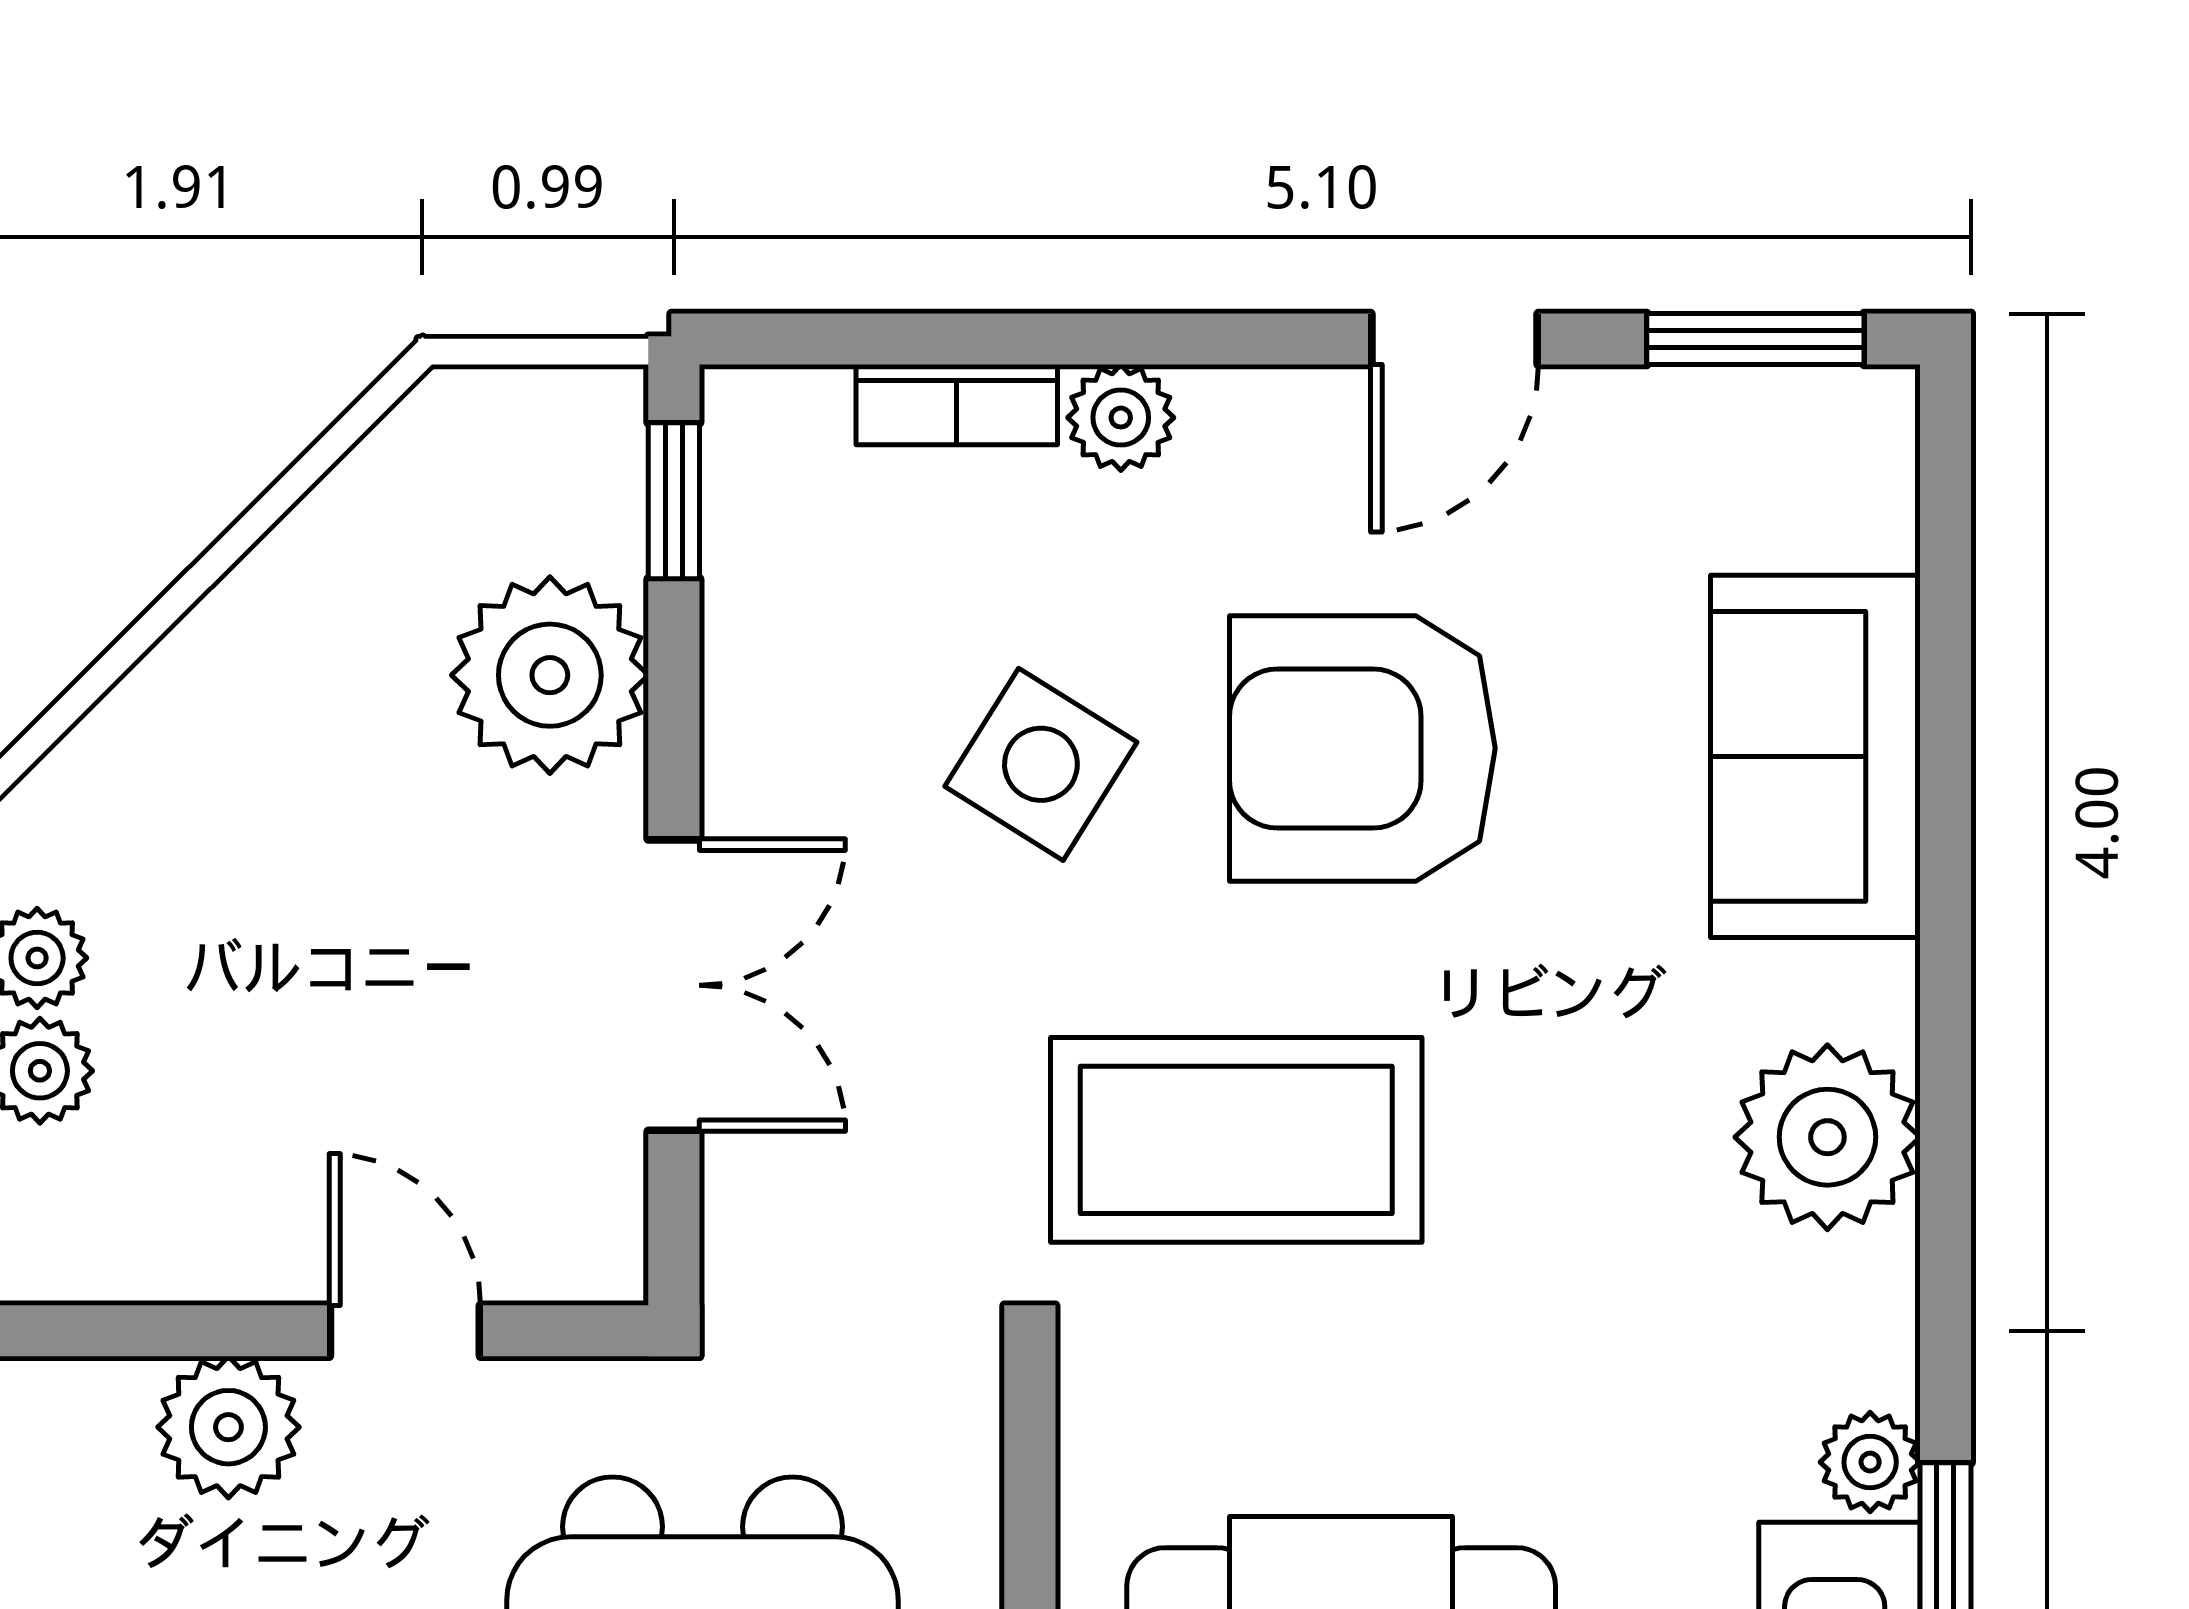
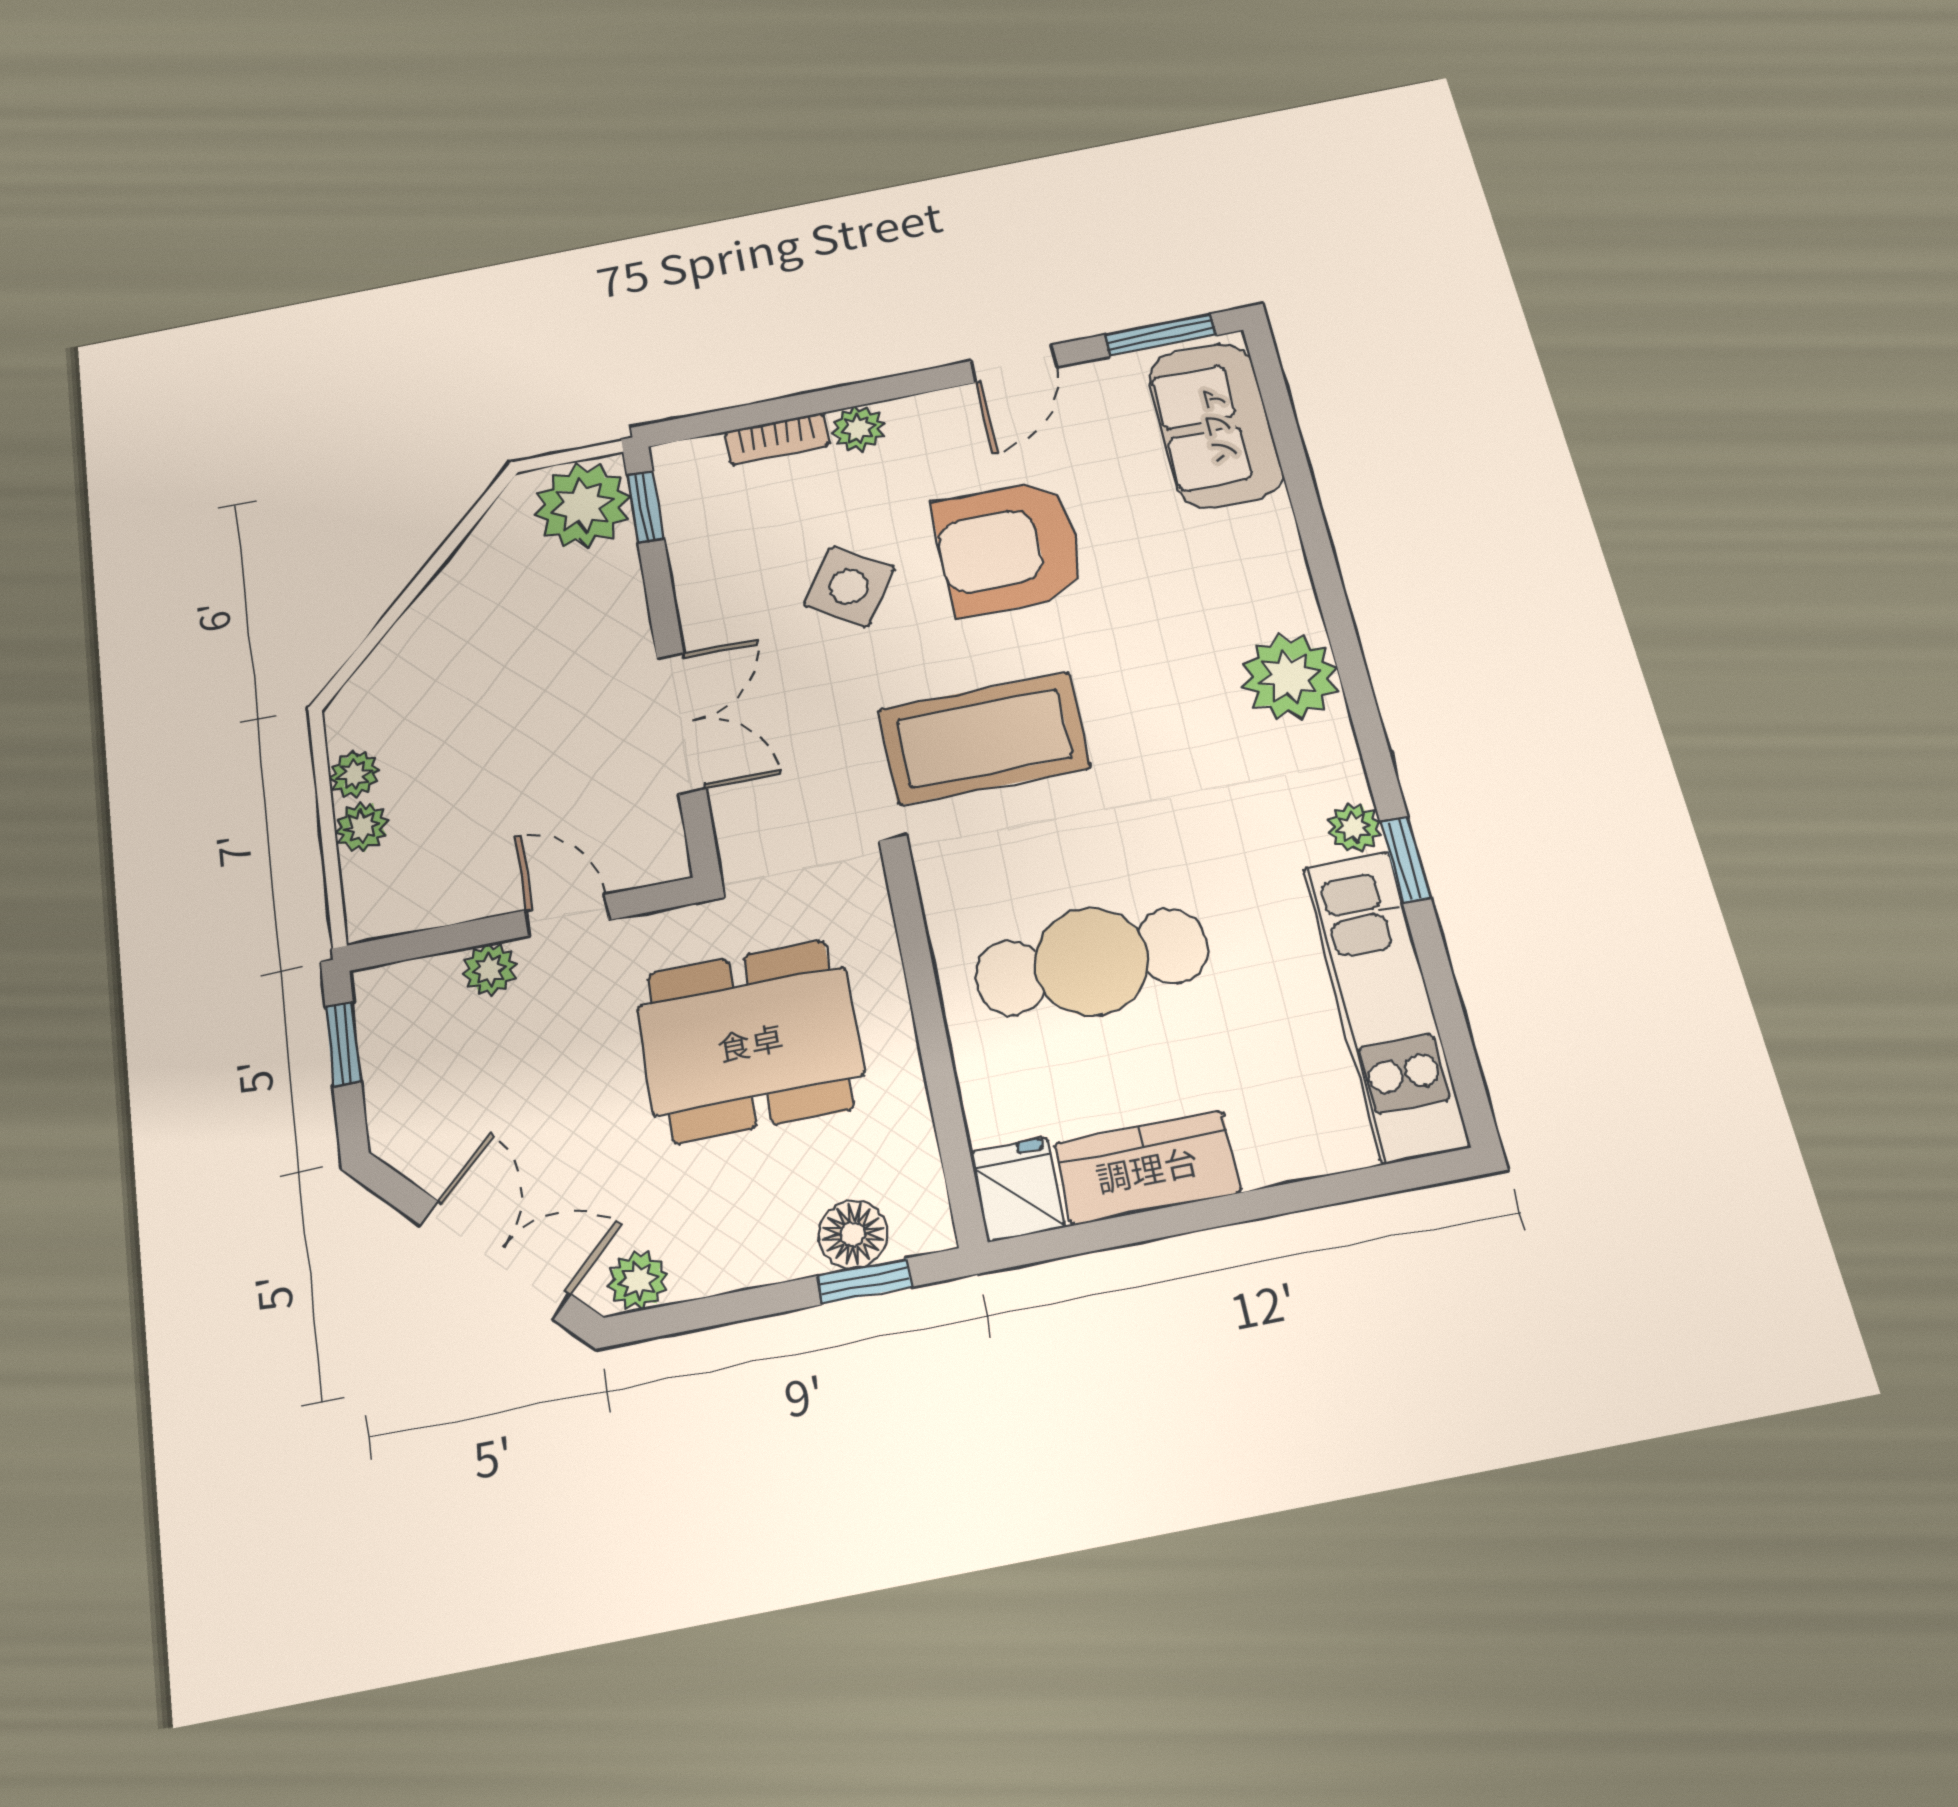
plant: (550, 675) -> (582, 506), moved
sofa: (1815, 756) -> (1215, 425), moved
plant: (228, 1427) -> (490, 969), width x0.73, depth x0.73

